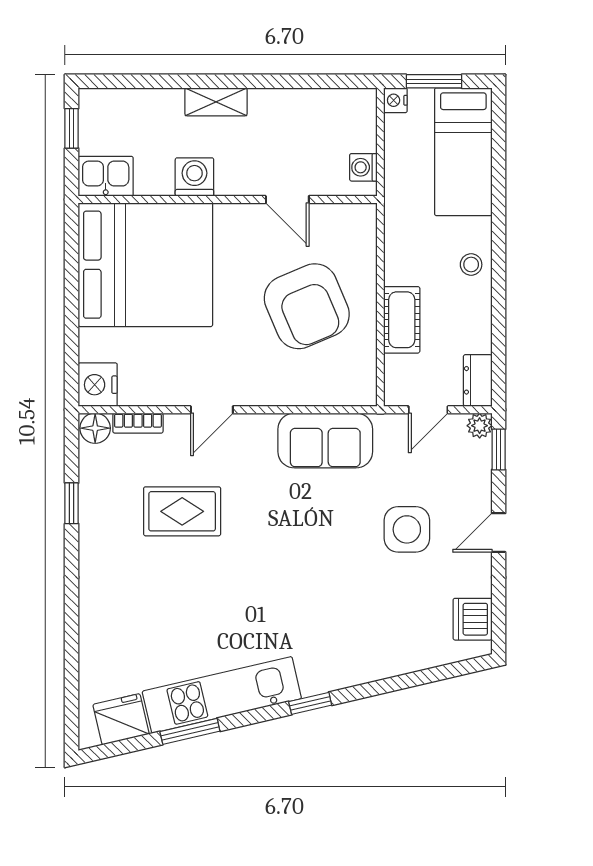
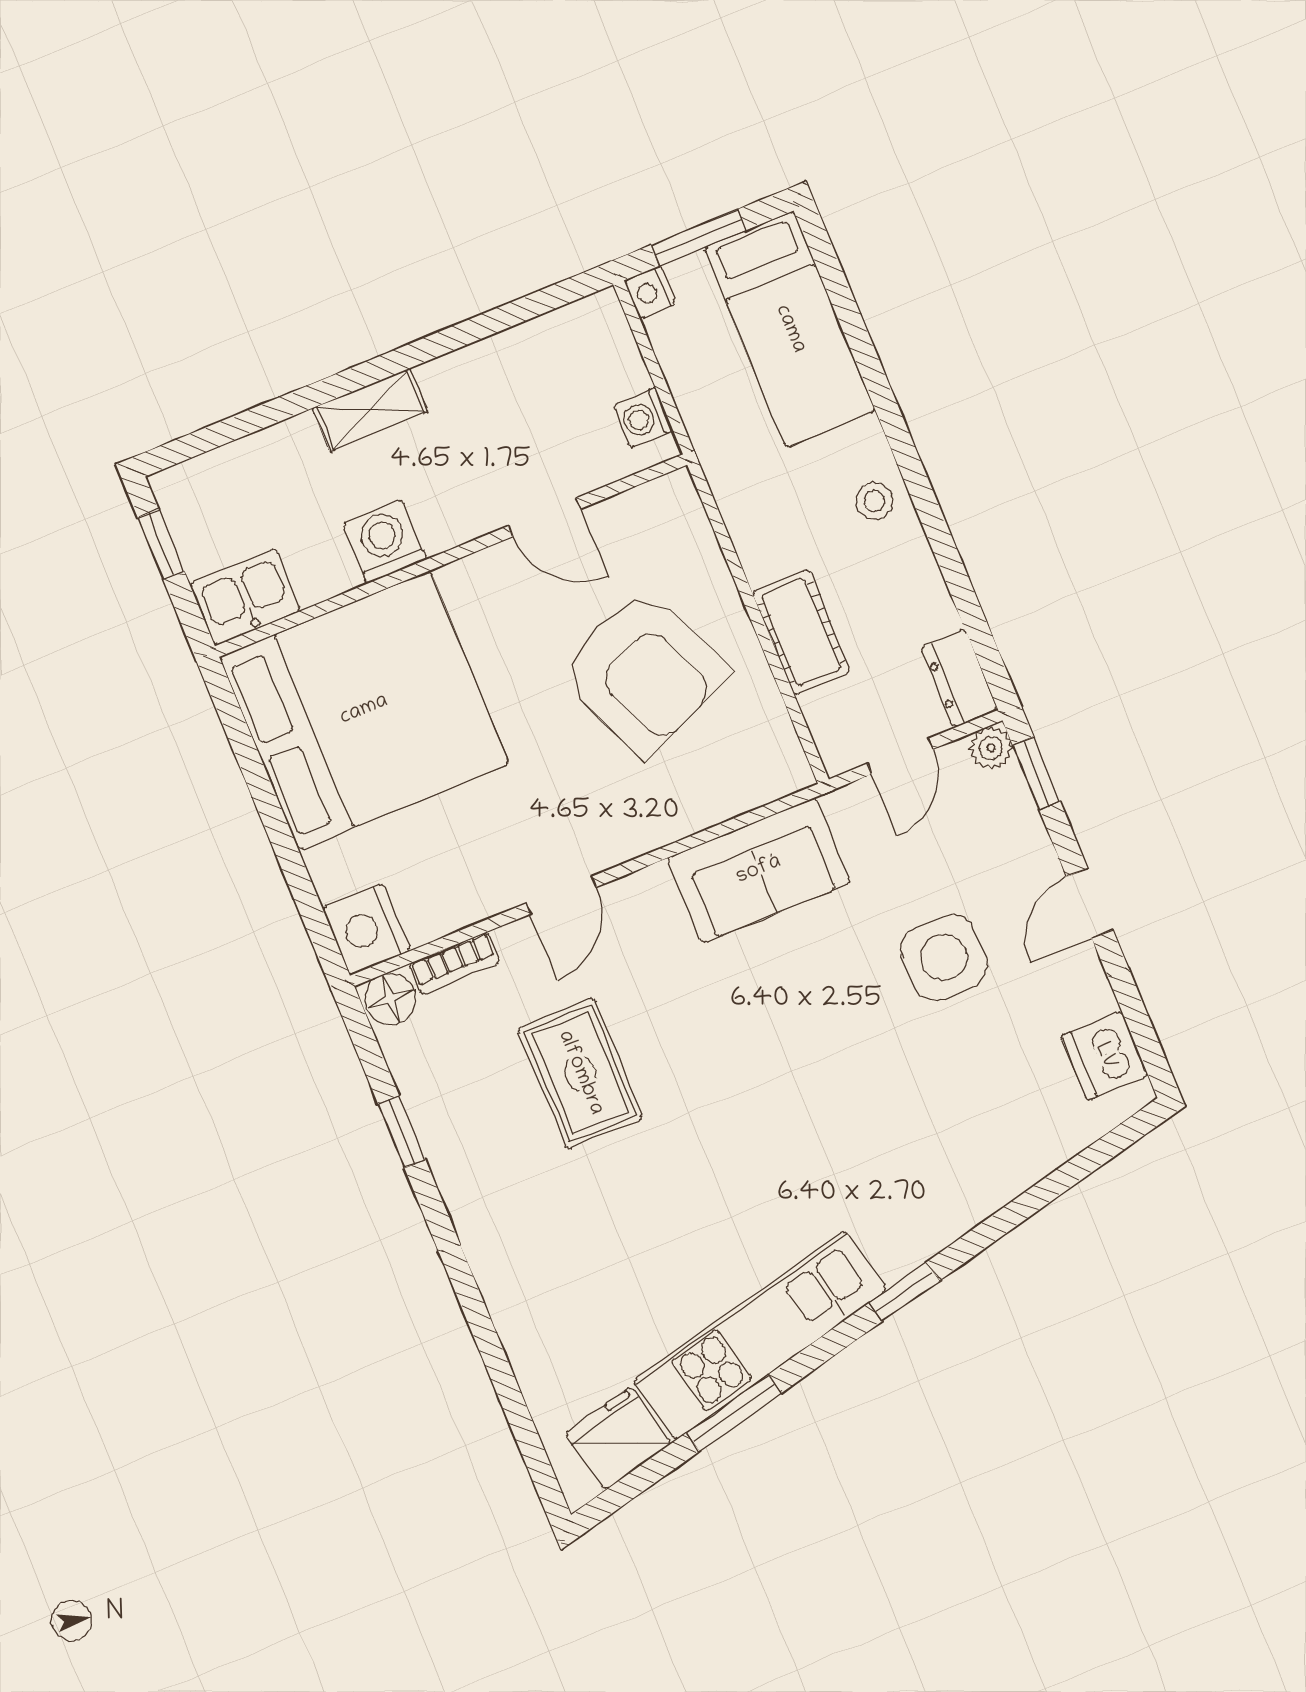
rug: (182, 511) -> (580, 1073), turned 90

